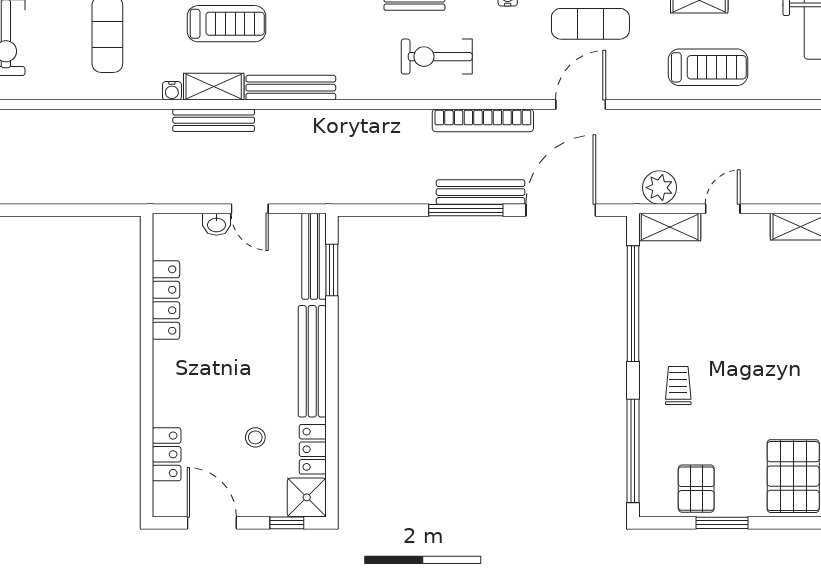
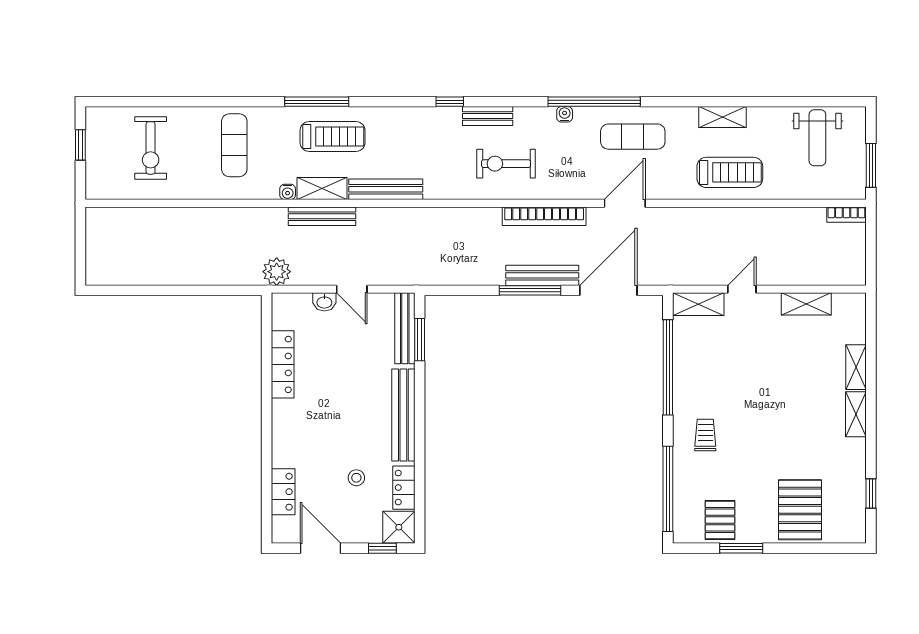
plant: (660, 188) -> (277, 272), moved

